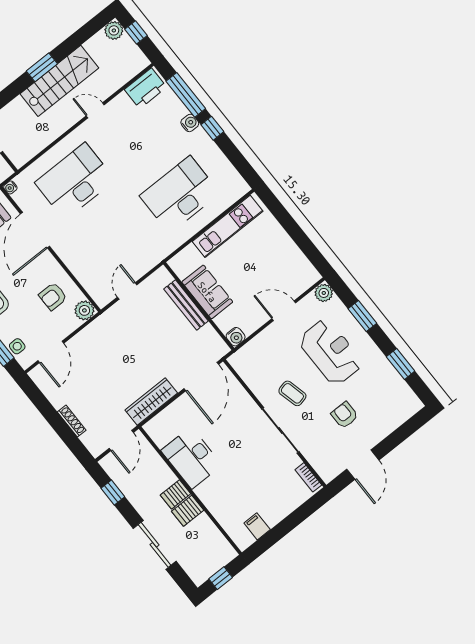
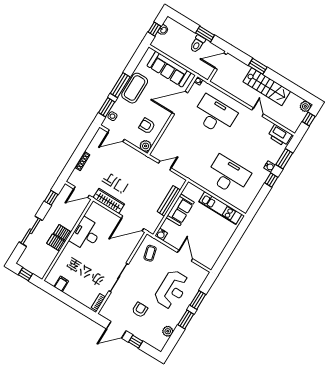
window: (42, 67) -> (258, 66), moved
window: (186, 95) -> (284, 159), width x0.69
plant: (324, 293) -> (168, 331), moved
window: (401, 364) -> (186, 319), moved
coffee table: (292, 393) -> (150, 253), moved
window: (393, 440) -> (136, 342), added

